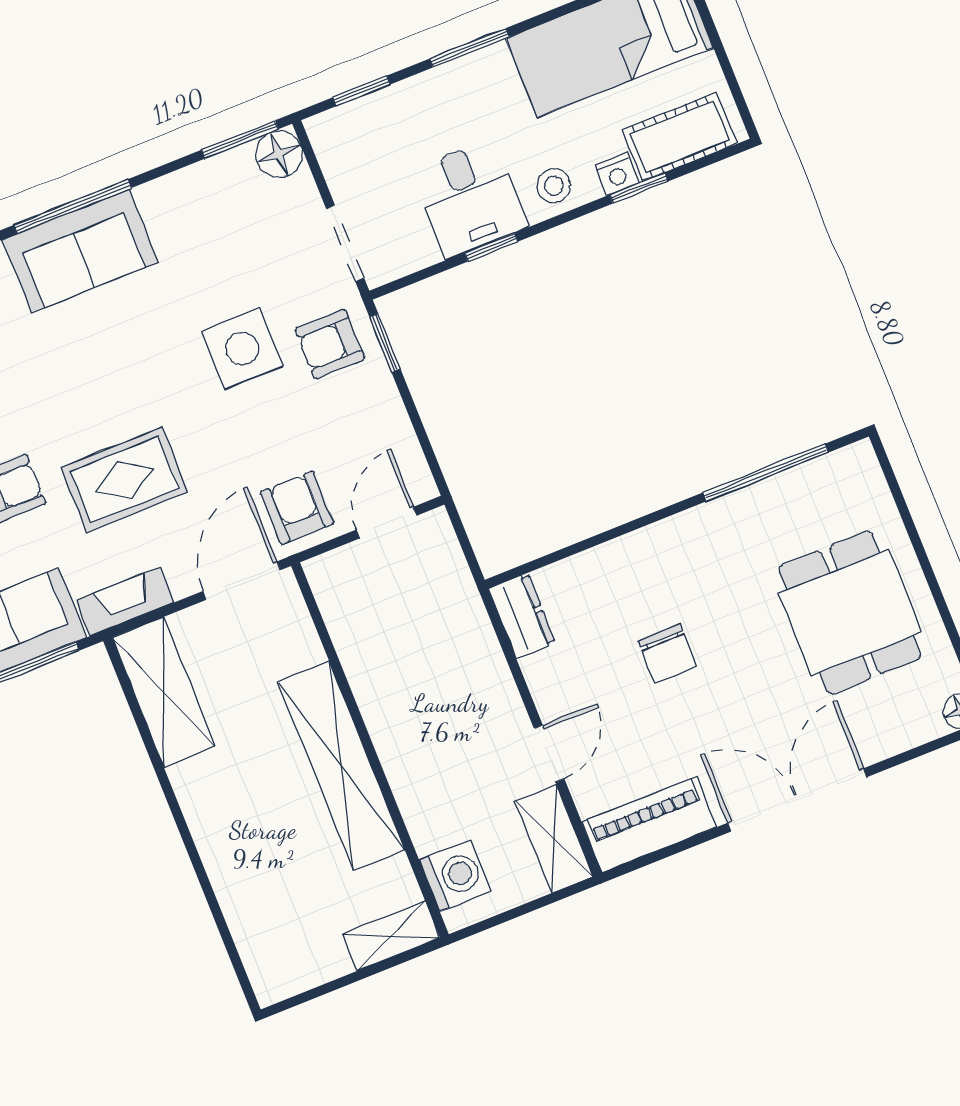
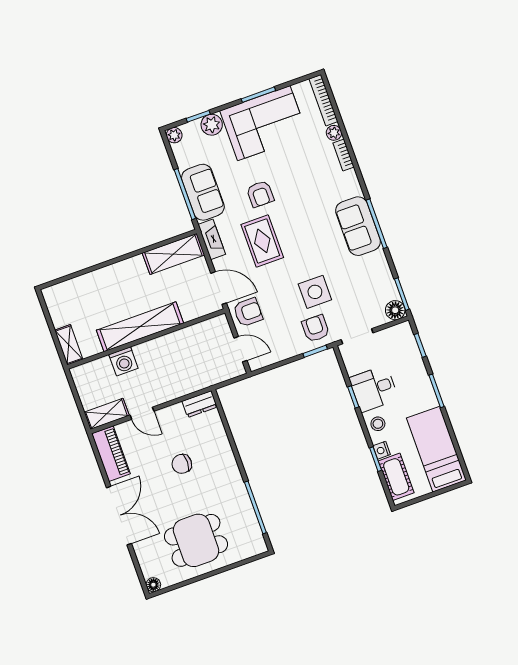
washing machine: (455, 876) -> (123, 361), moved

